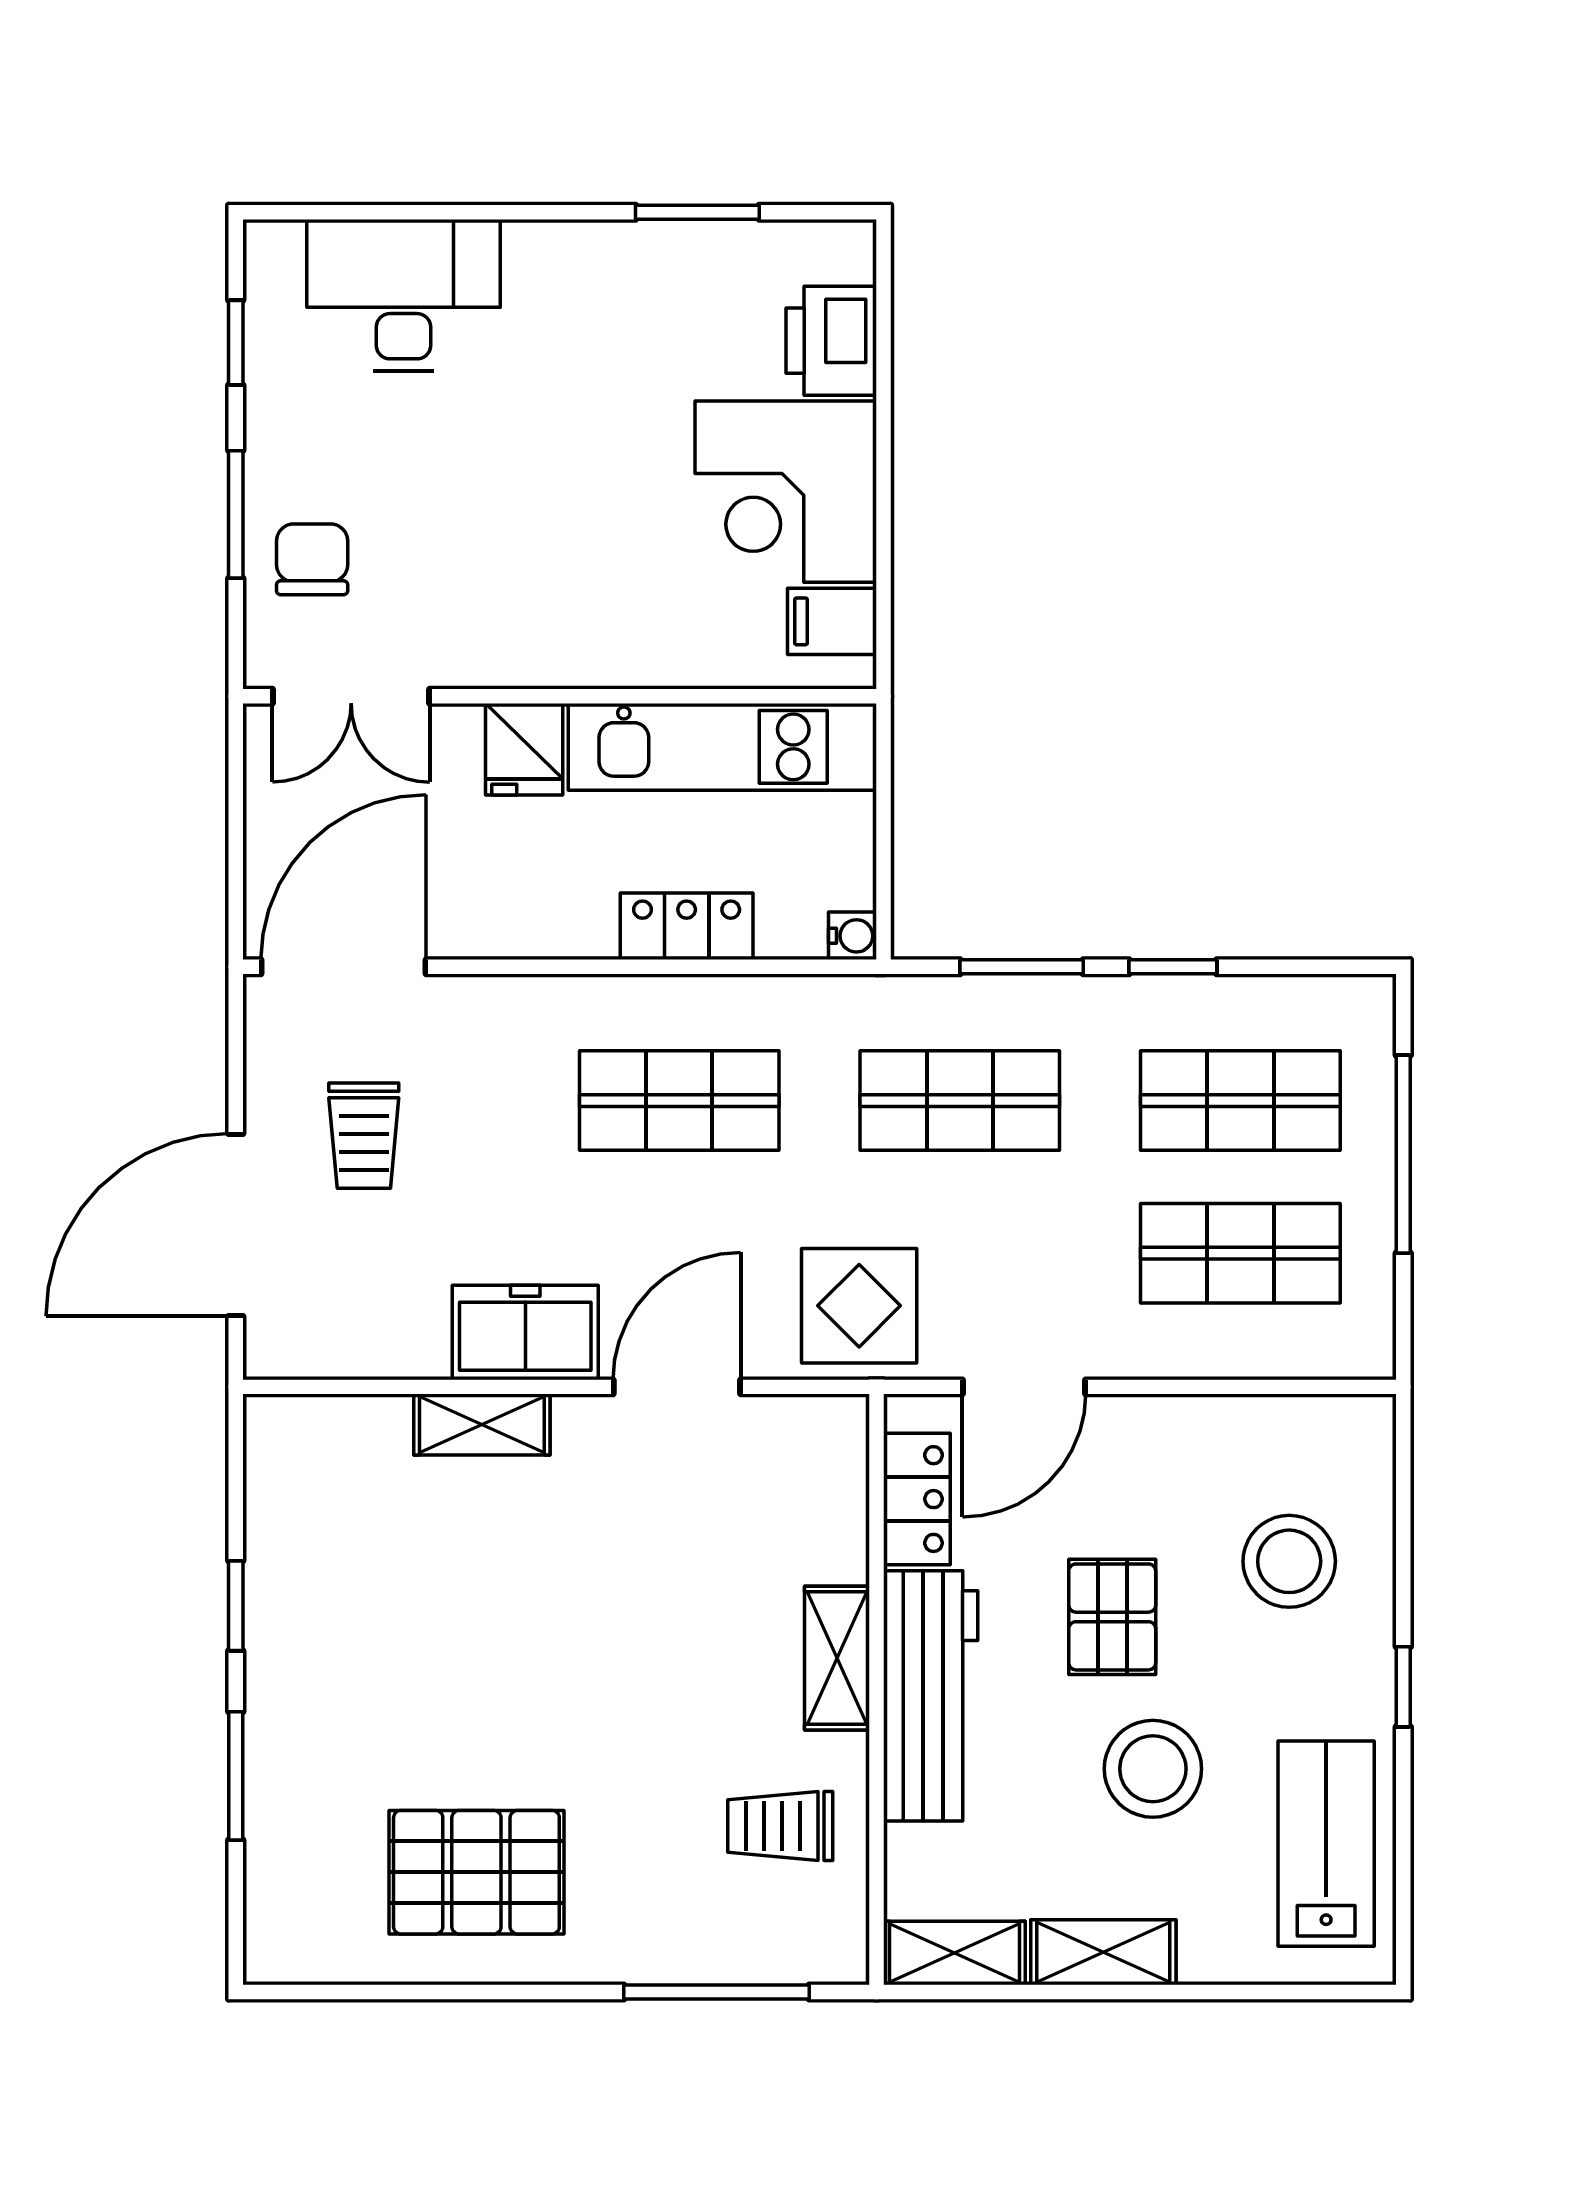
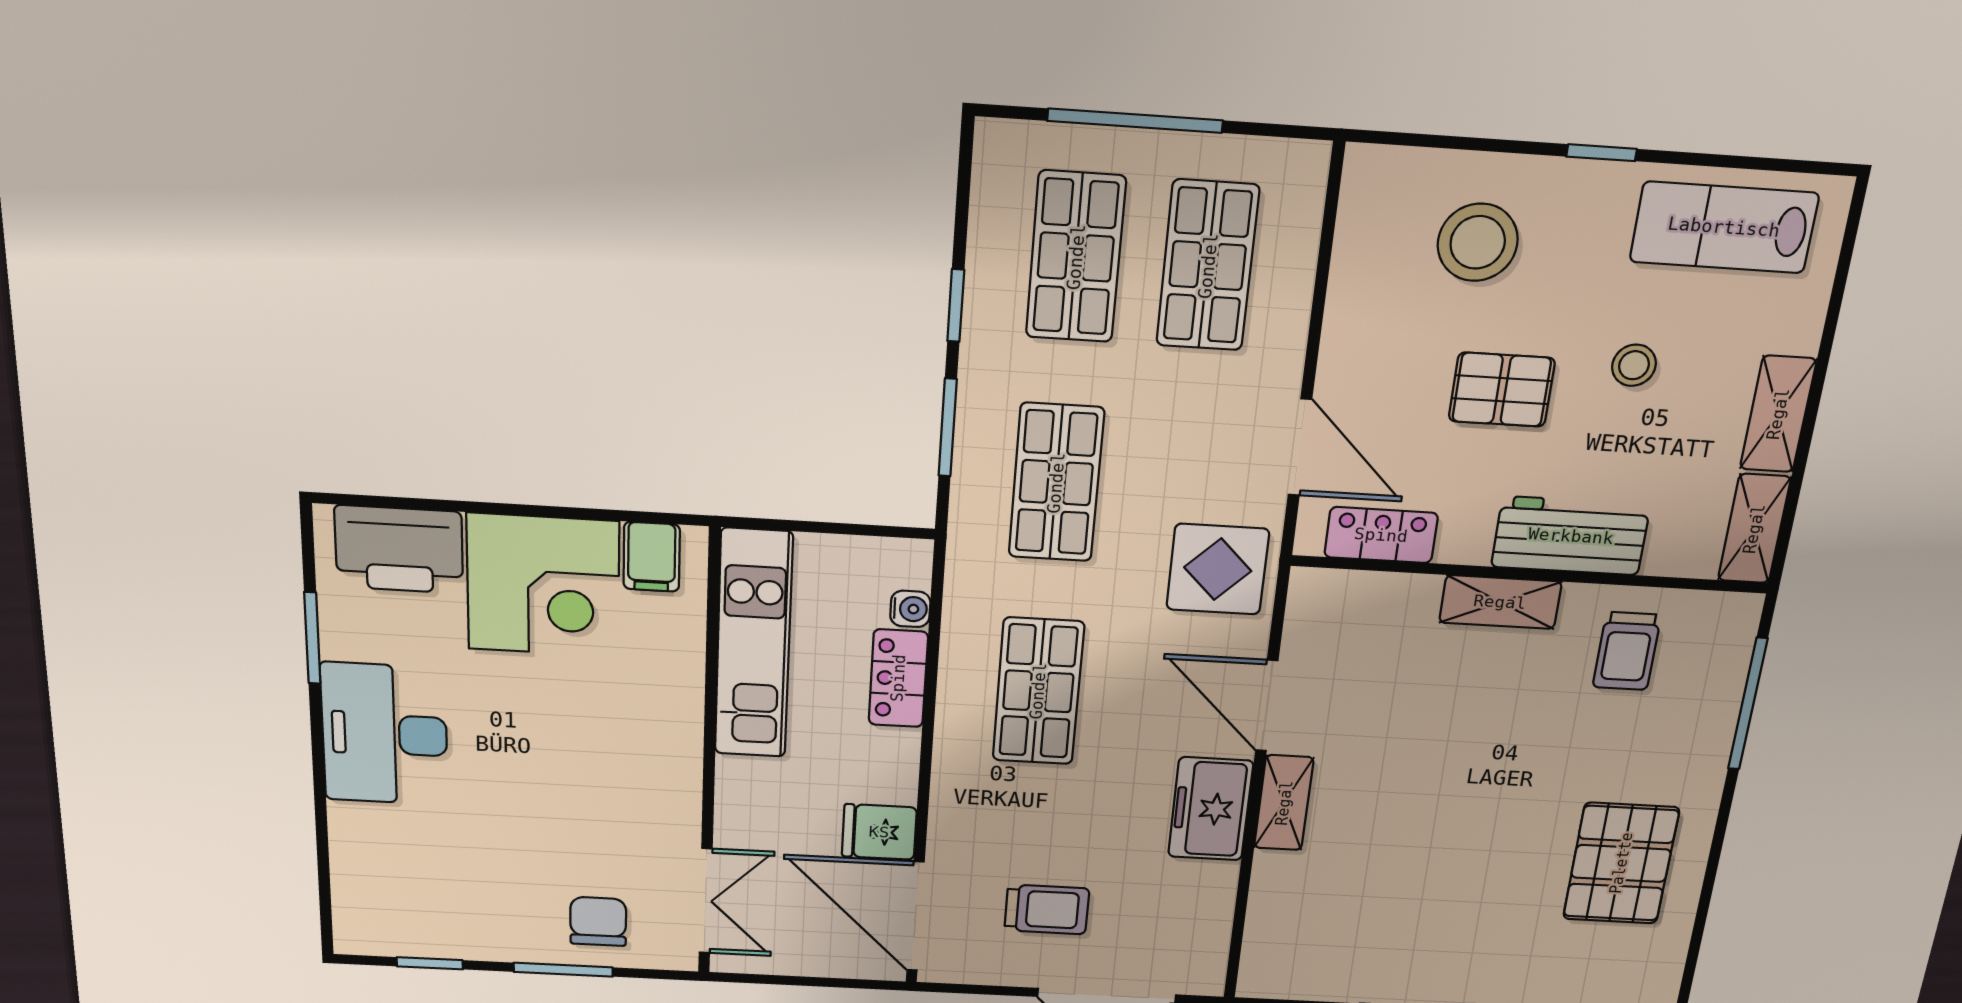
desk: (403, 295) -> (385, 734), moved
printer: (831, 341) -> (399, 549), width x1.37, depth x1.19
chair: (312, 559) -> (598, 921), turned 90
fridge: (524, 749) -> (879, 832), moved, turned 180
water cooler: (853, 936) -> (910, 609), moved, turned 90
shelving: (482, 1425) -> (1284, 803), moved
workbench: (931, 1696) -> (1571, 536), width x0.73
stool: (1153, 1769) -> (1634, 365), width x0.53, depth x0.53

